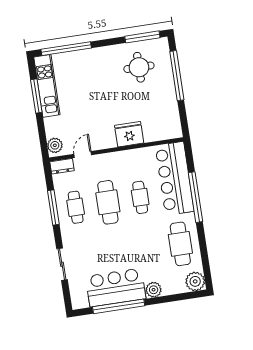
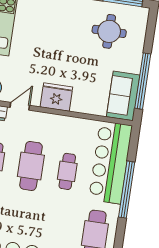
window: (177, 76) -> (143, 81), moved
sofa: (168, 118) -> (123, 96), added
fridge: (129, 134) -> (56, 97), moved

